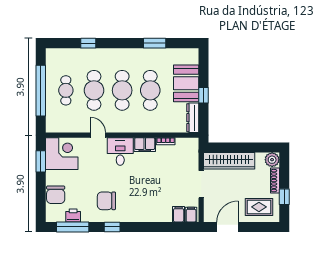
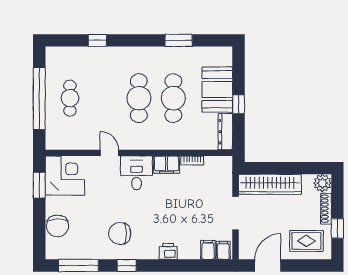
cafe table: (94, 90) -> (104, 98), removed
printer: (73, 215) -> (168, 251), moved

